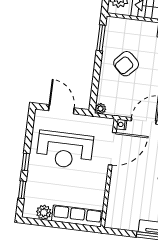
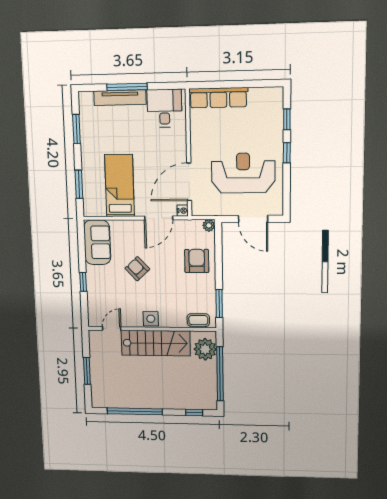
coffee table: (122, 25) -> (198, 320), added
armchair: (126, 64) -> (197, 261), moved, turned -43
plant: (44, 212) -> (258, 96), removed
desk: (124, 214) -> (164, 108), added

